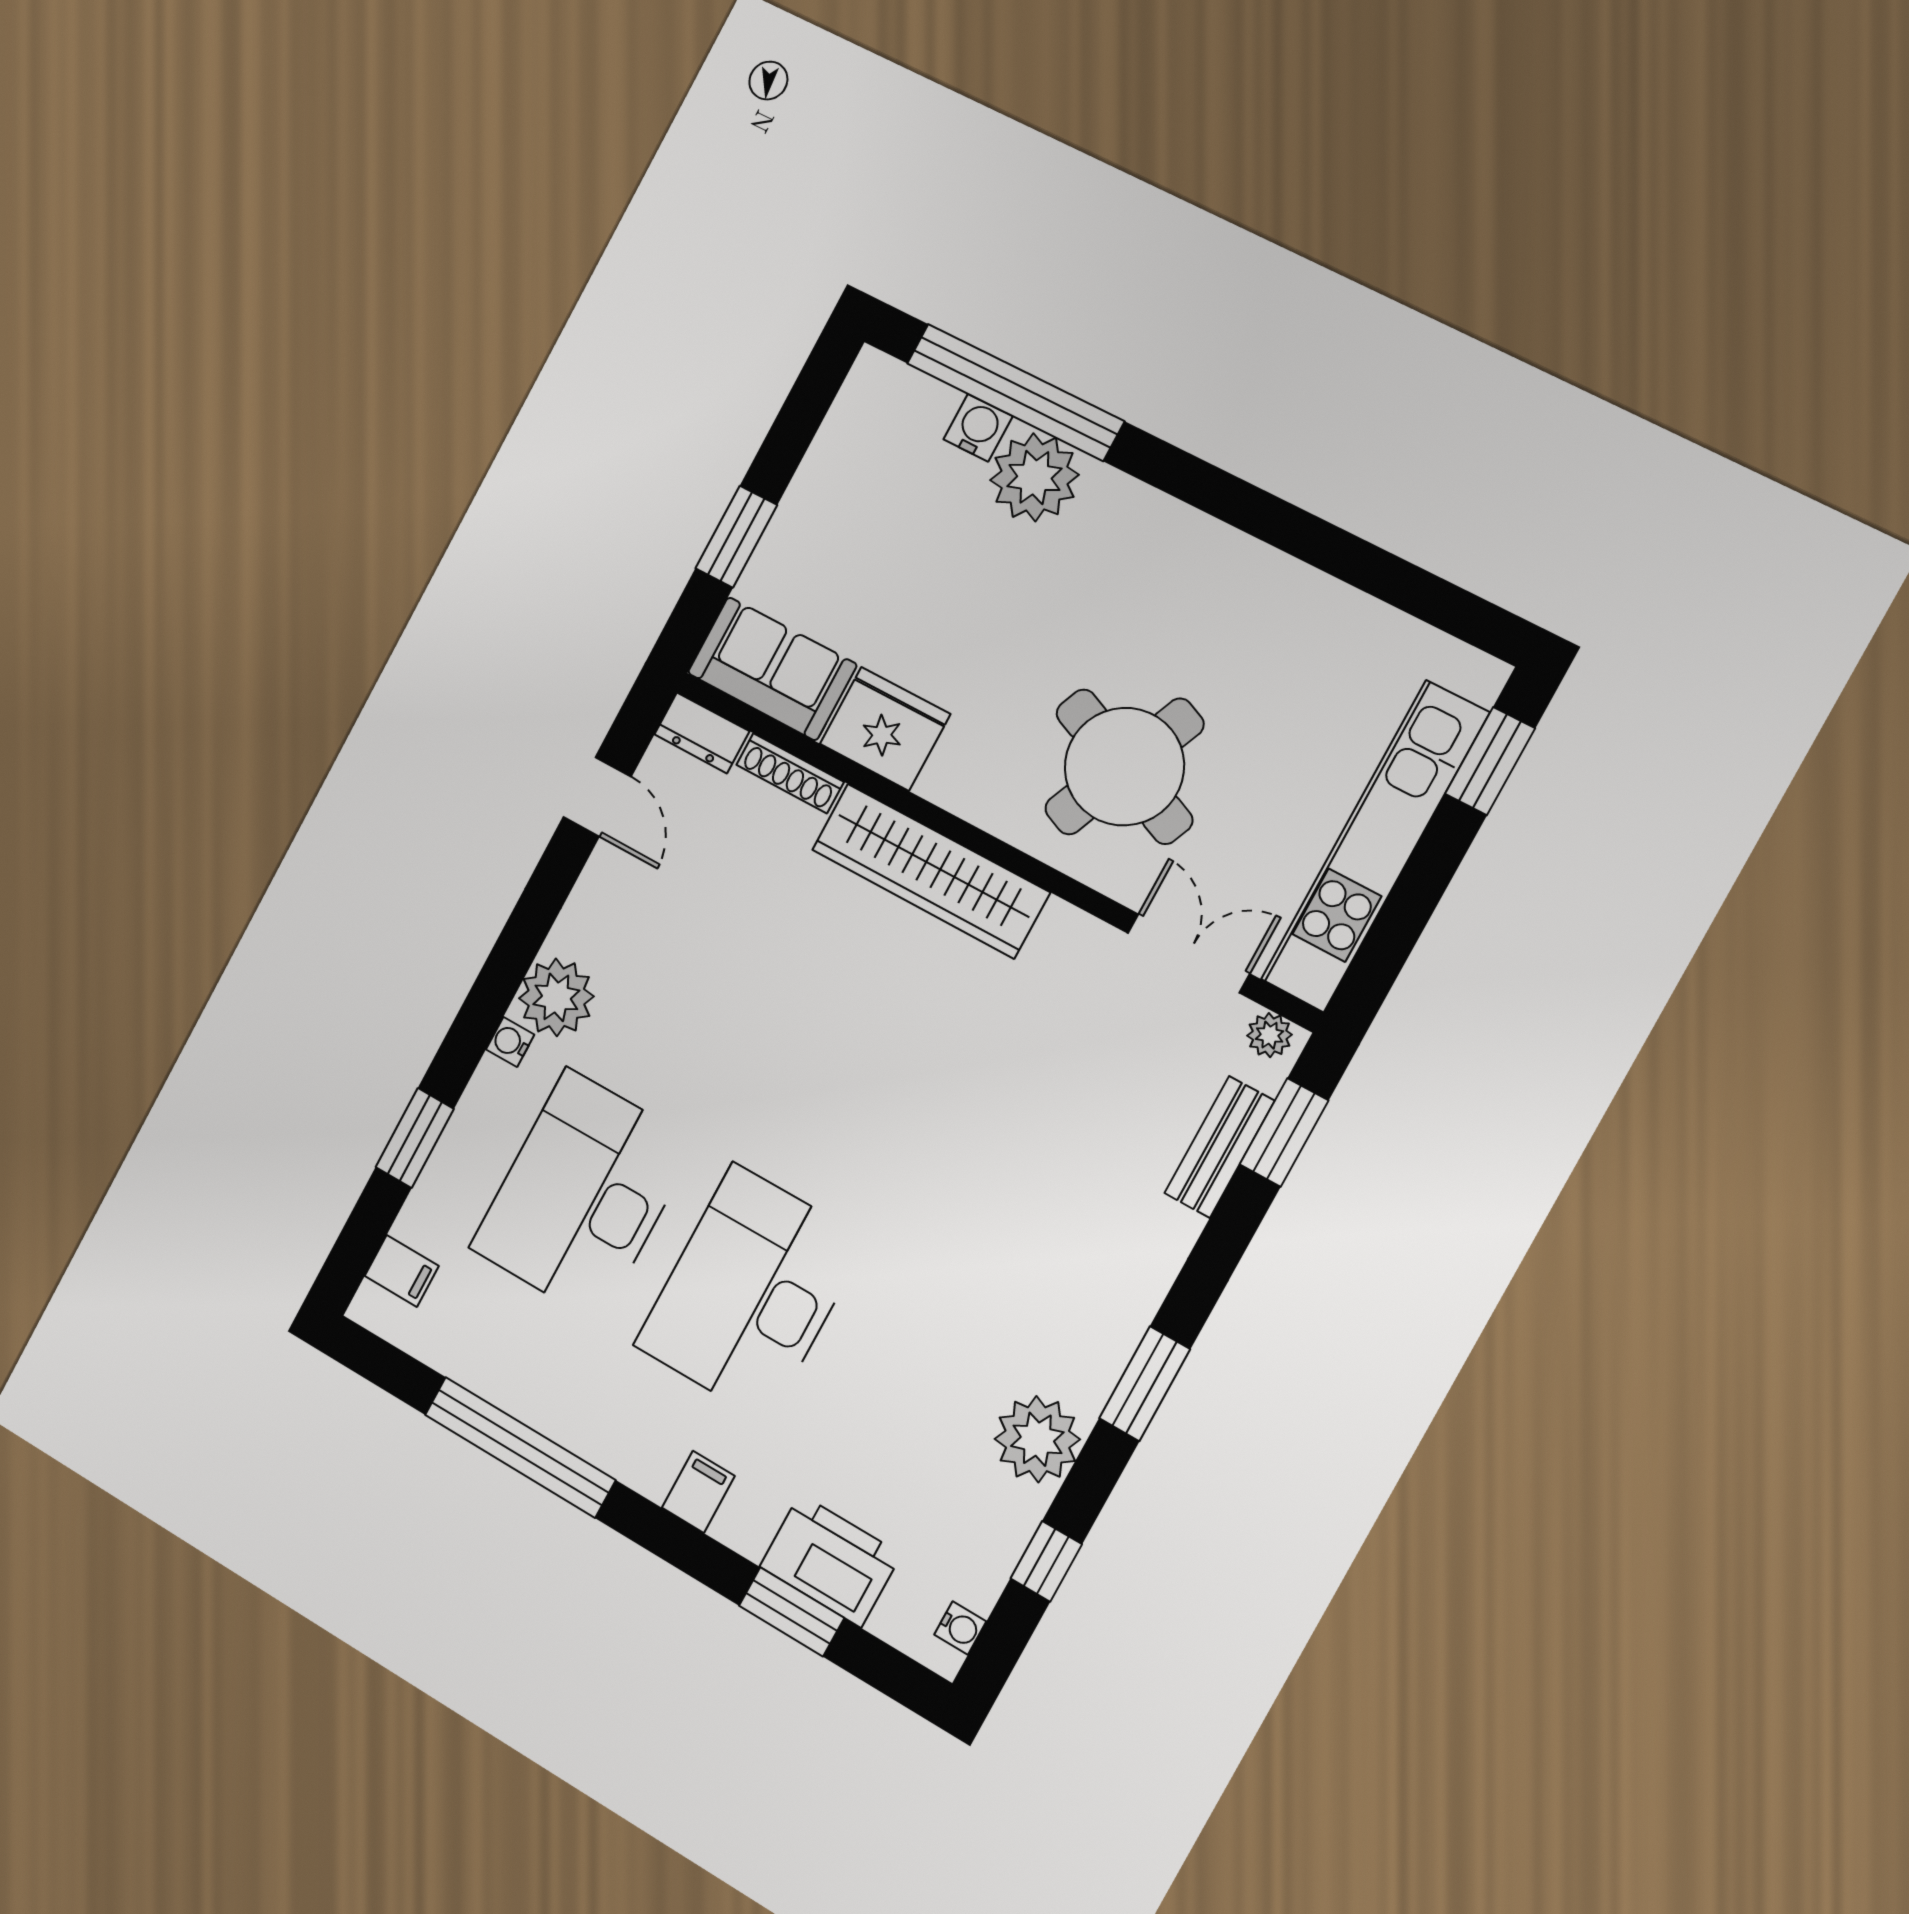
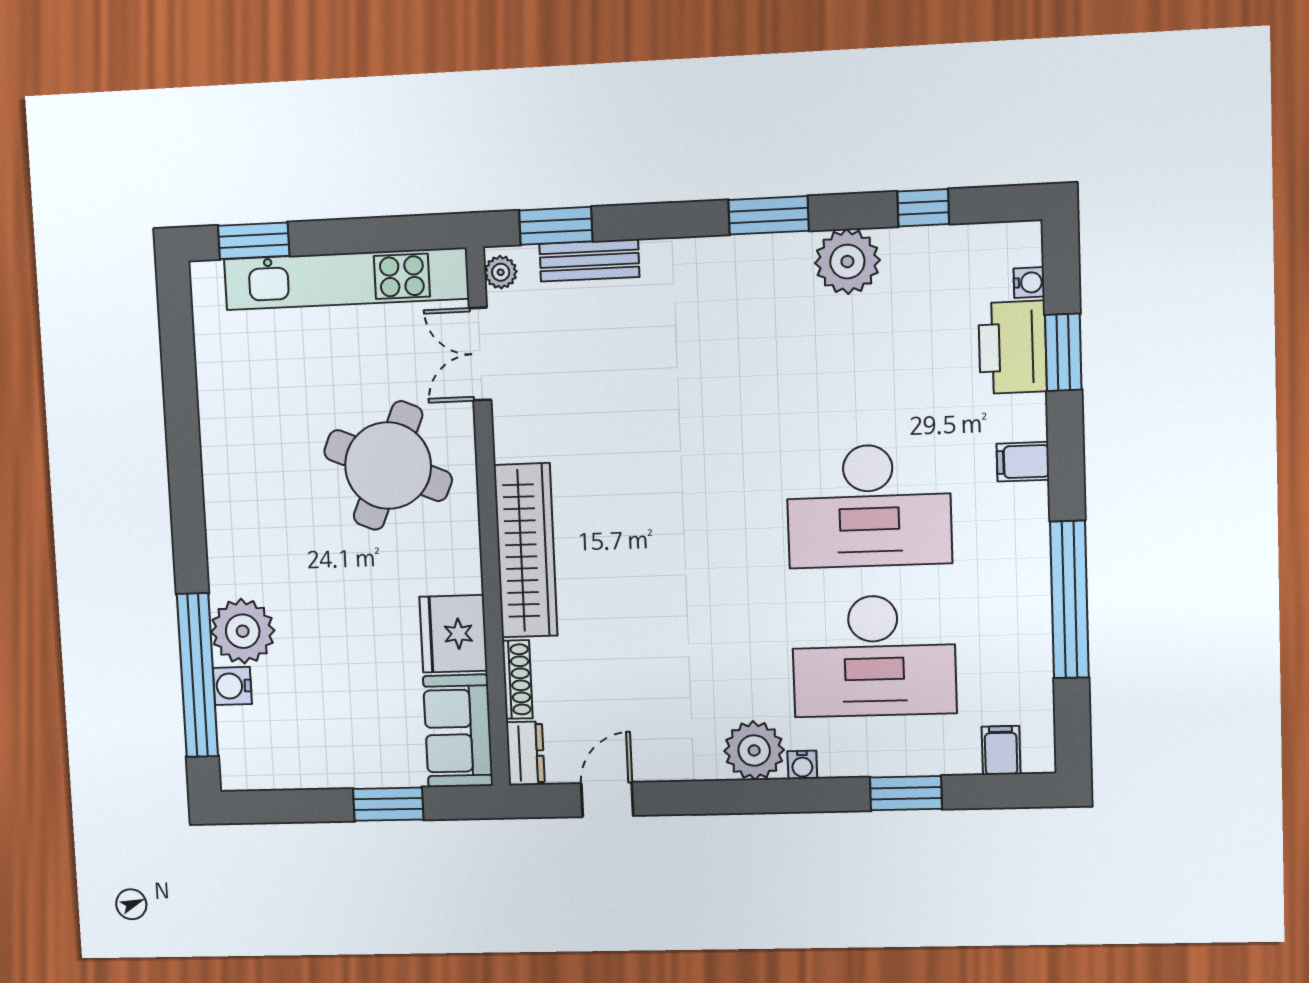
water cooler: (960, 1628) -> (1029, 283), moved, turned 90

